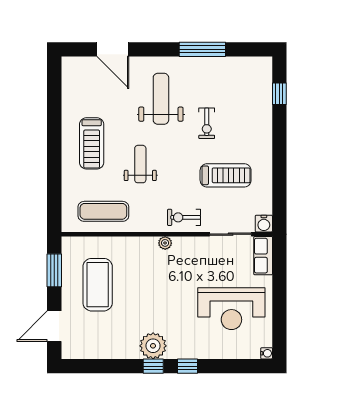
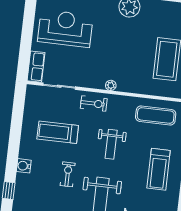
treadmill: (92, 143) -> (159, 169), turned 180
weight bench: (140, 164) -> (111, 144), moved
water cooler: (264, 224) -> (24, 166), moved, turned -90

